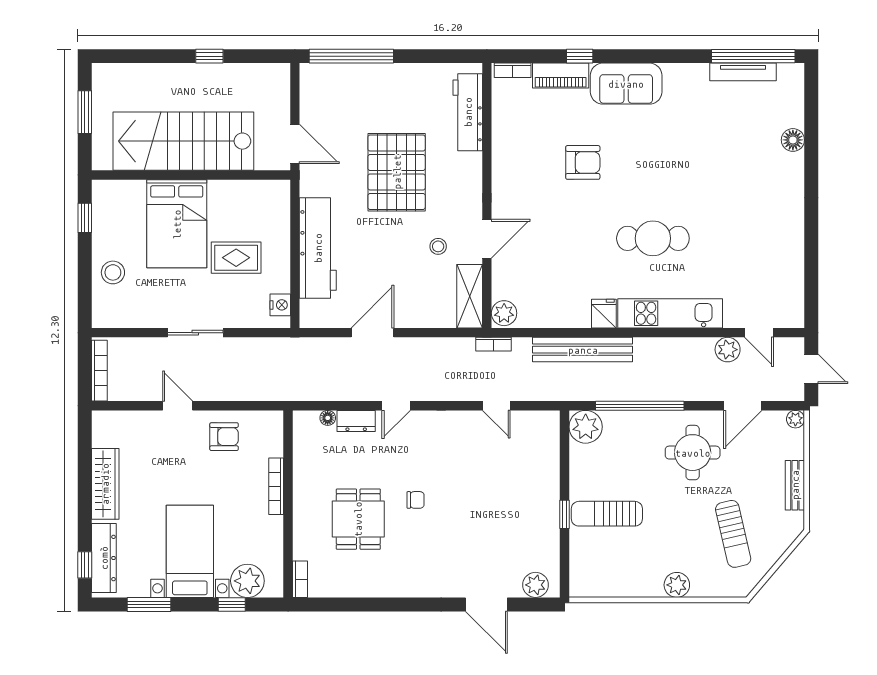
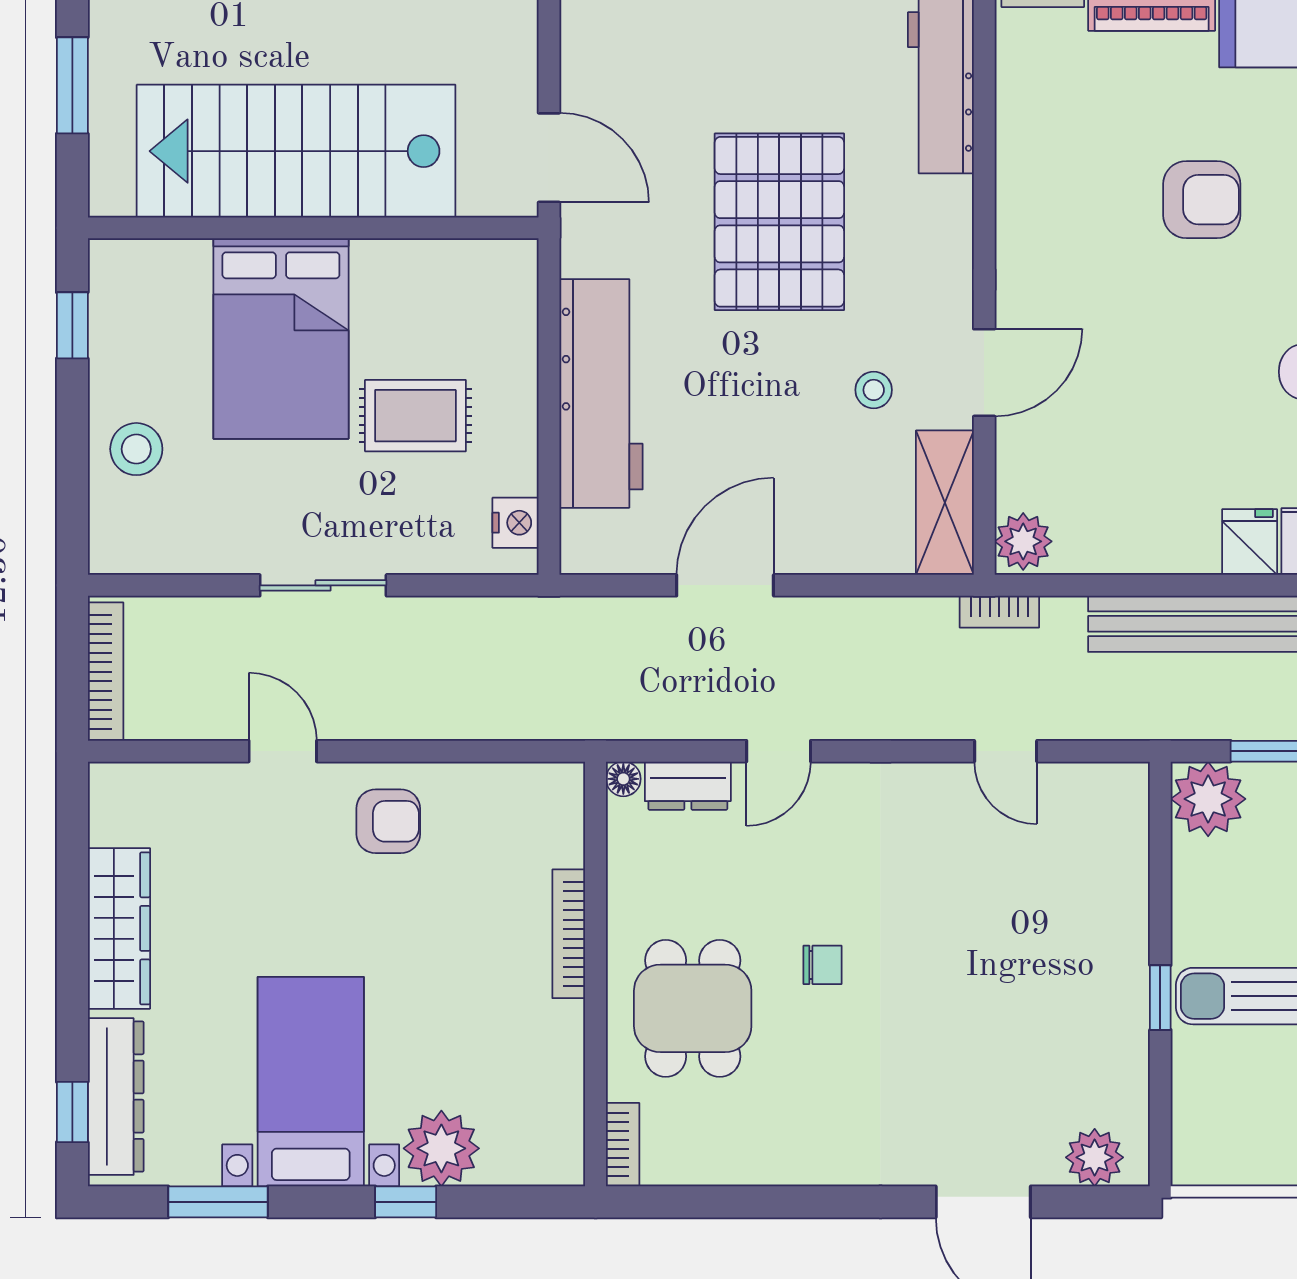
bookcase: (276, 486) -> (569, 934), moved
wall: (288, 504) -> (596, 974), moved
bookcase: (300, 579) -> (623, 1145), moved

